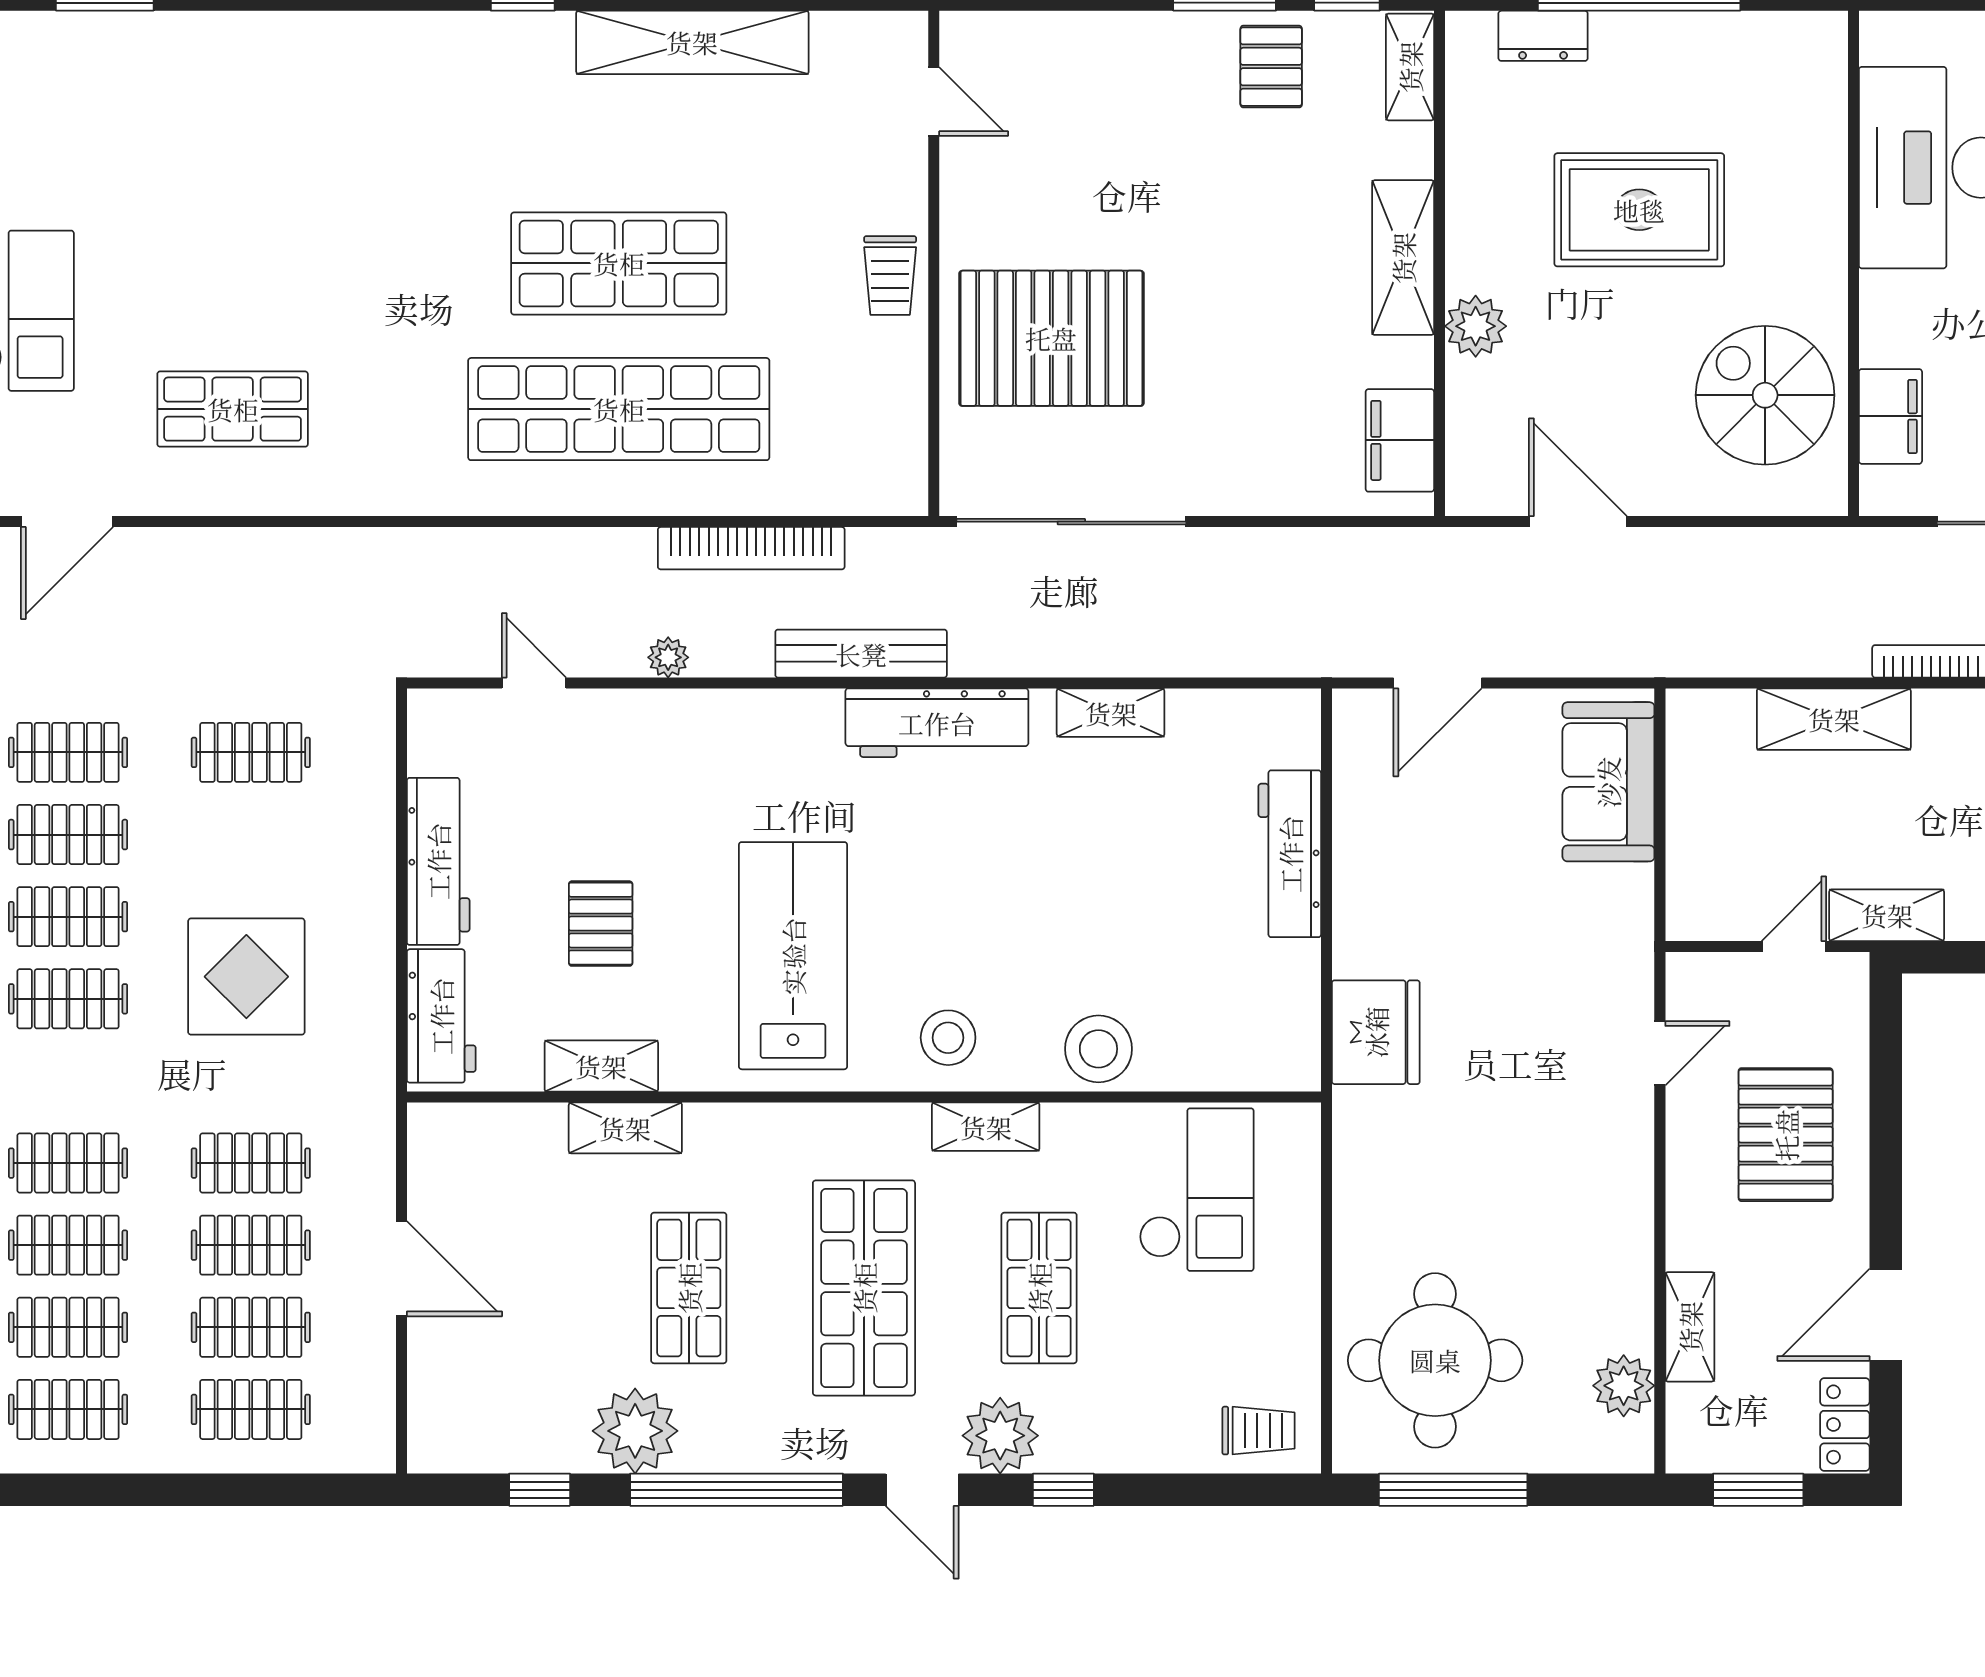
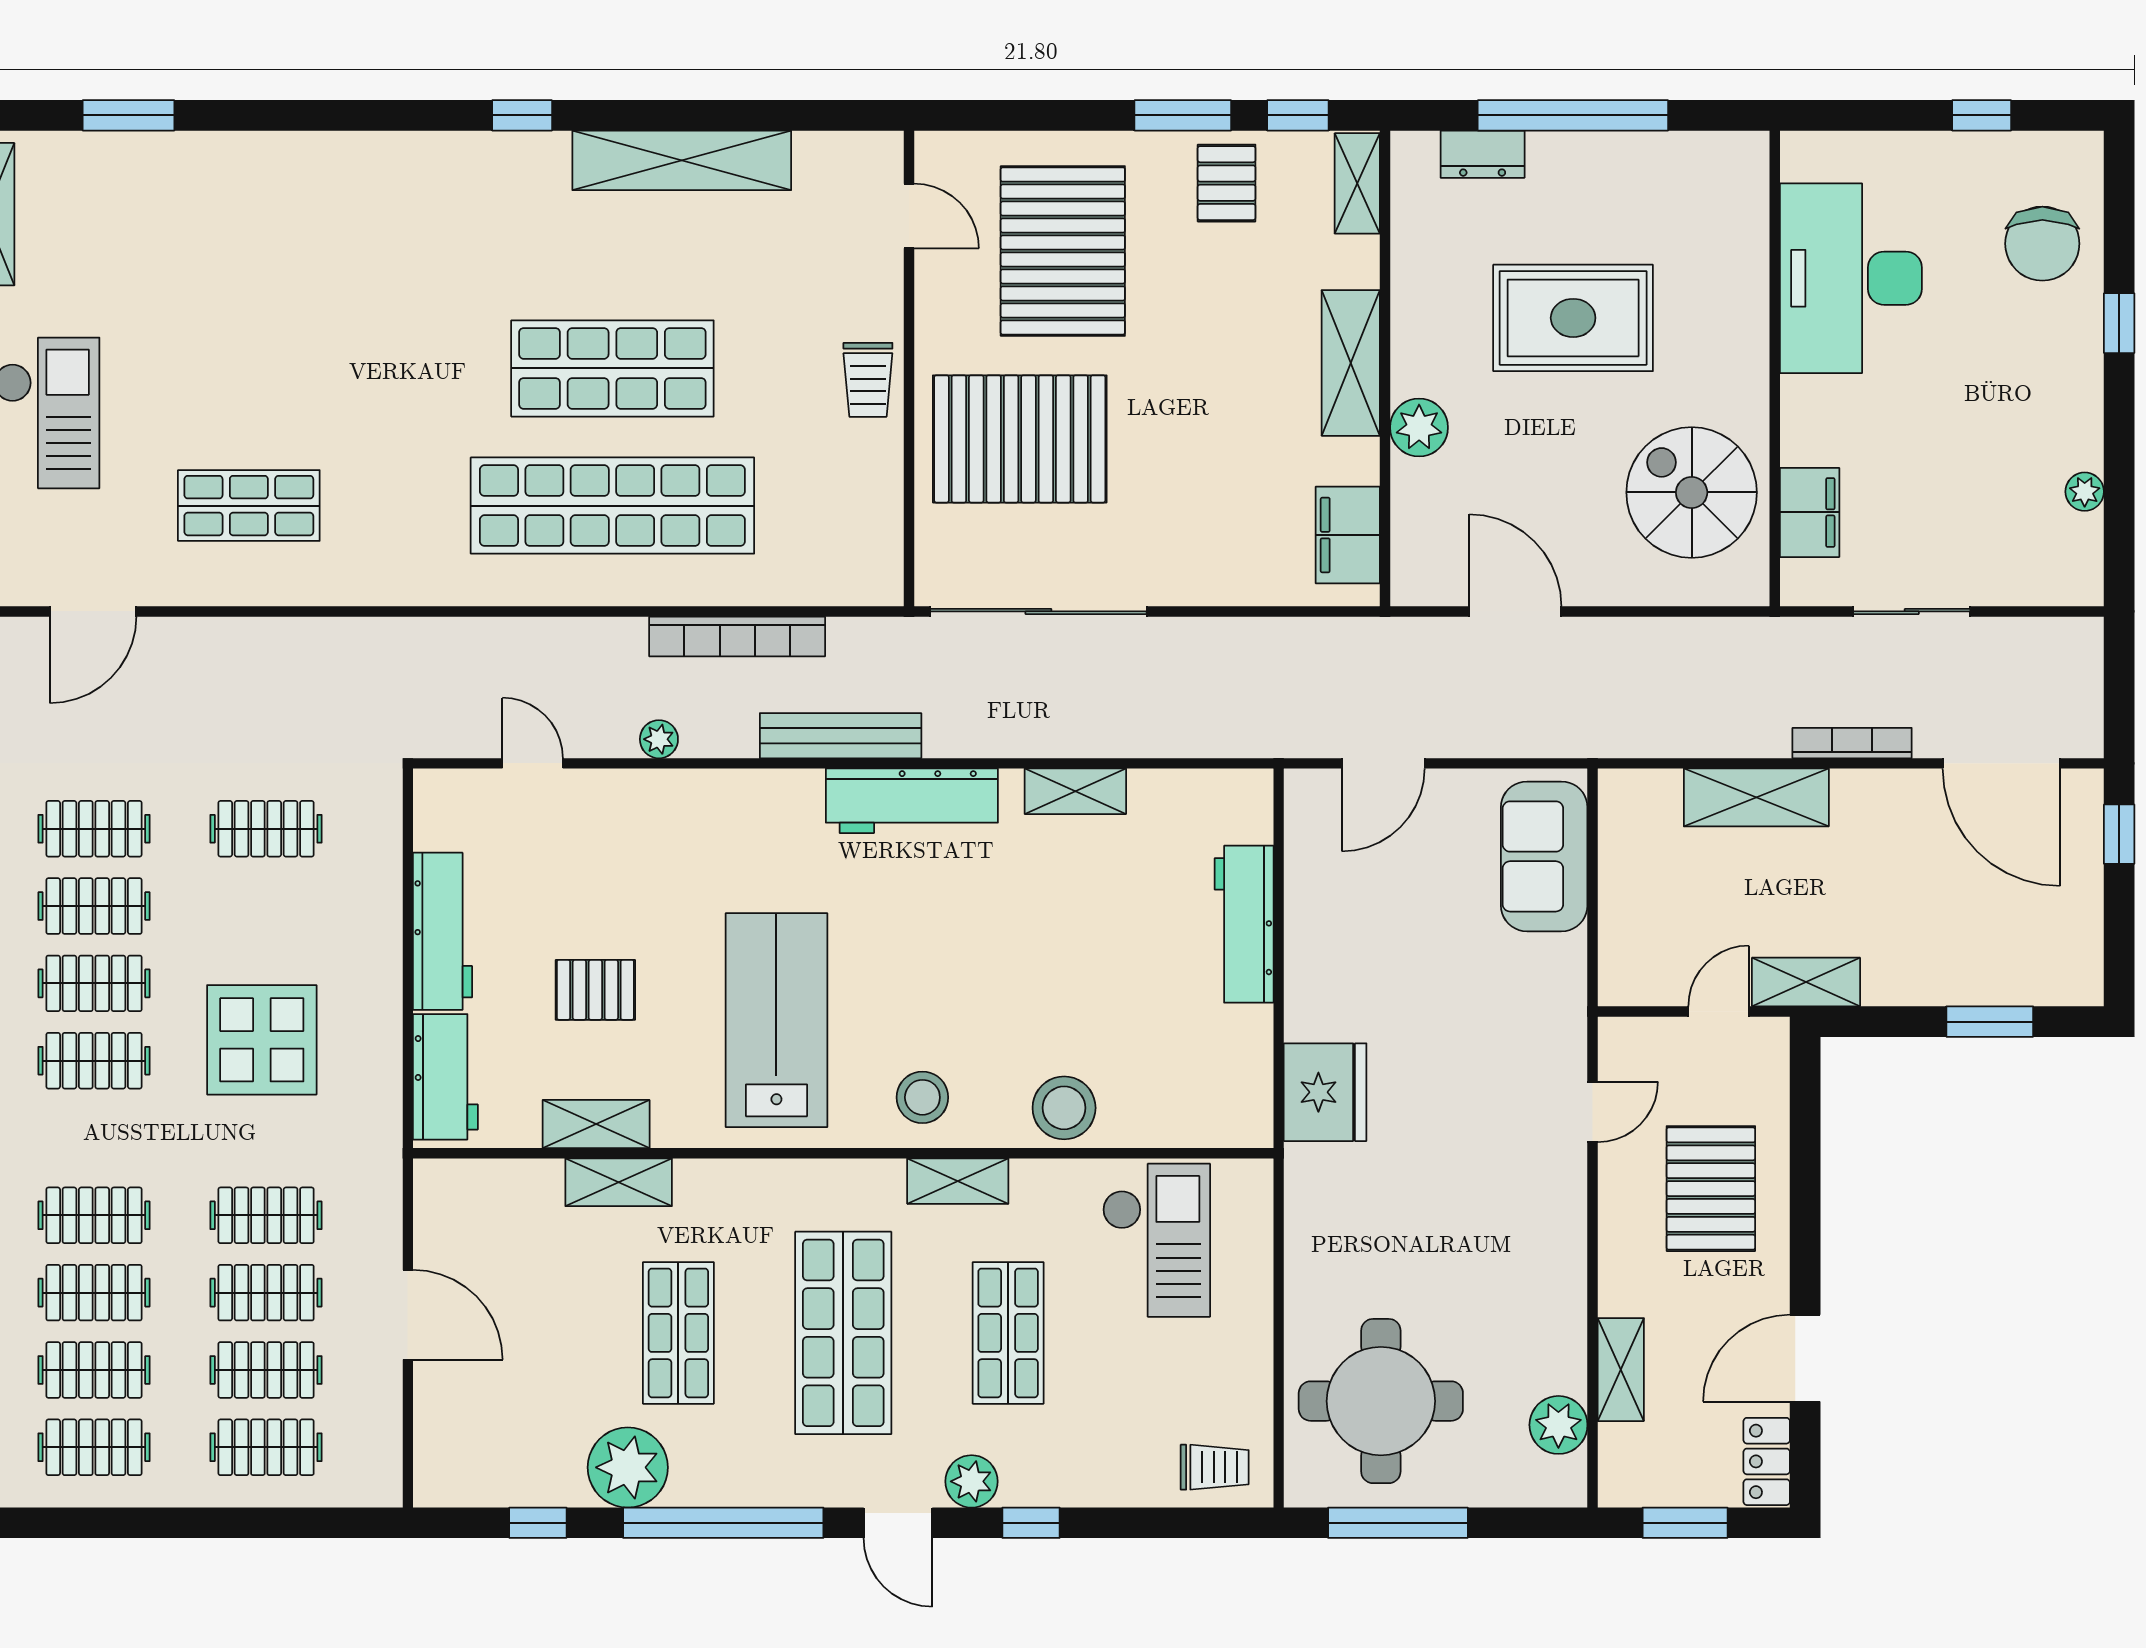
pallet: (1097, 139) -> (1063, 251), added
pallet: (601, 924) -> (595, 990), turned 90
plant: (1000, 1436) -> (972, 1481), width x0.73, depth x0.73

